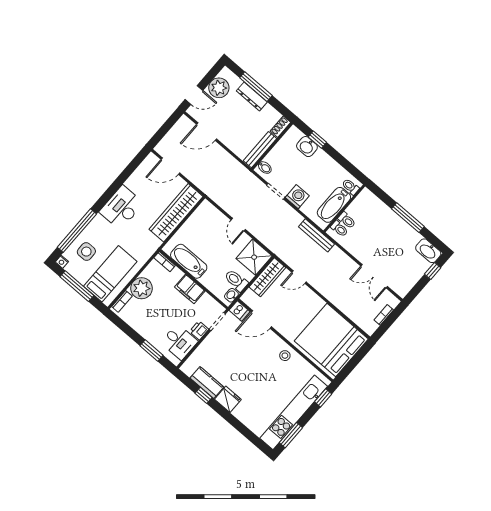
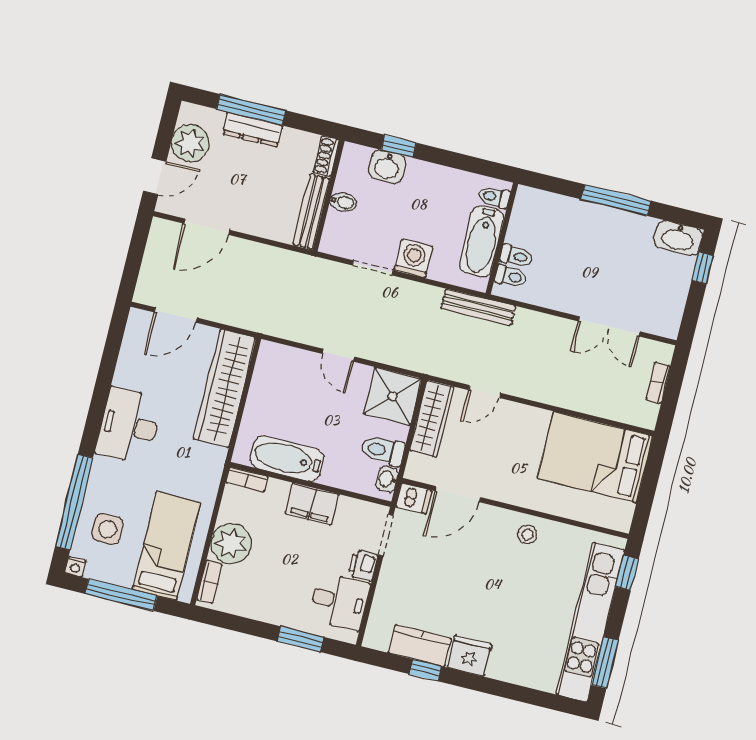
bidet: (265, 168) -> (343, 202), moved
bed: (331, 340) -> (595, 457), width x0.73

